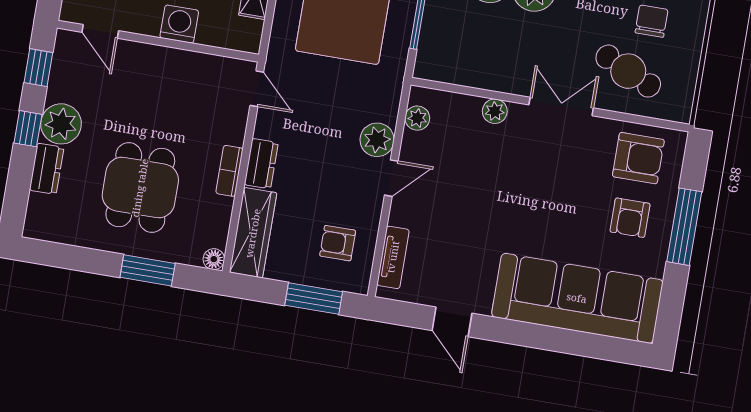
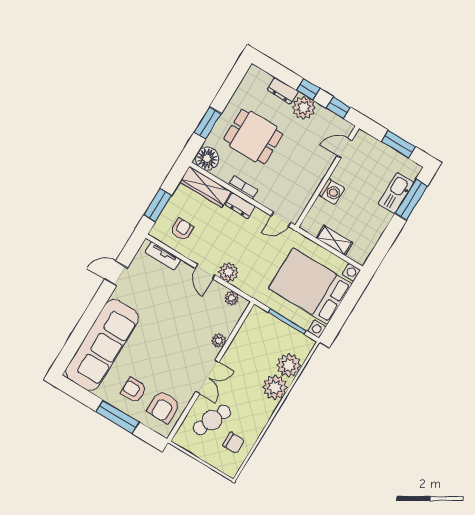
floor lamp: (214, 259) -> (207, 159), width x1.89, depth x1.89

